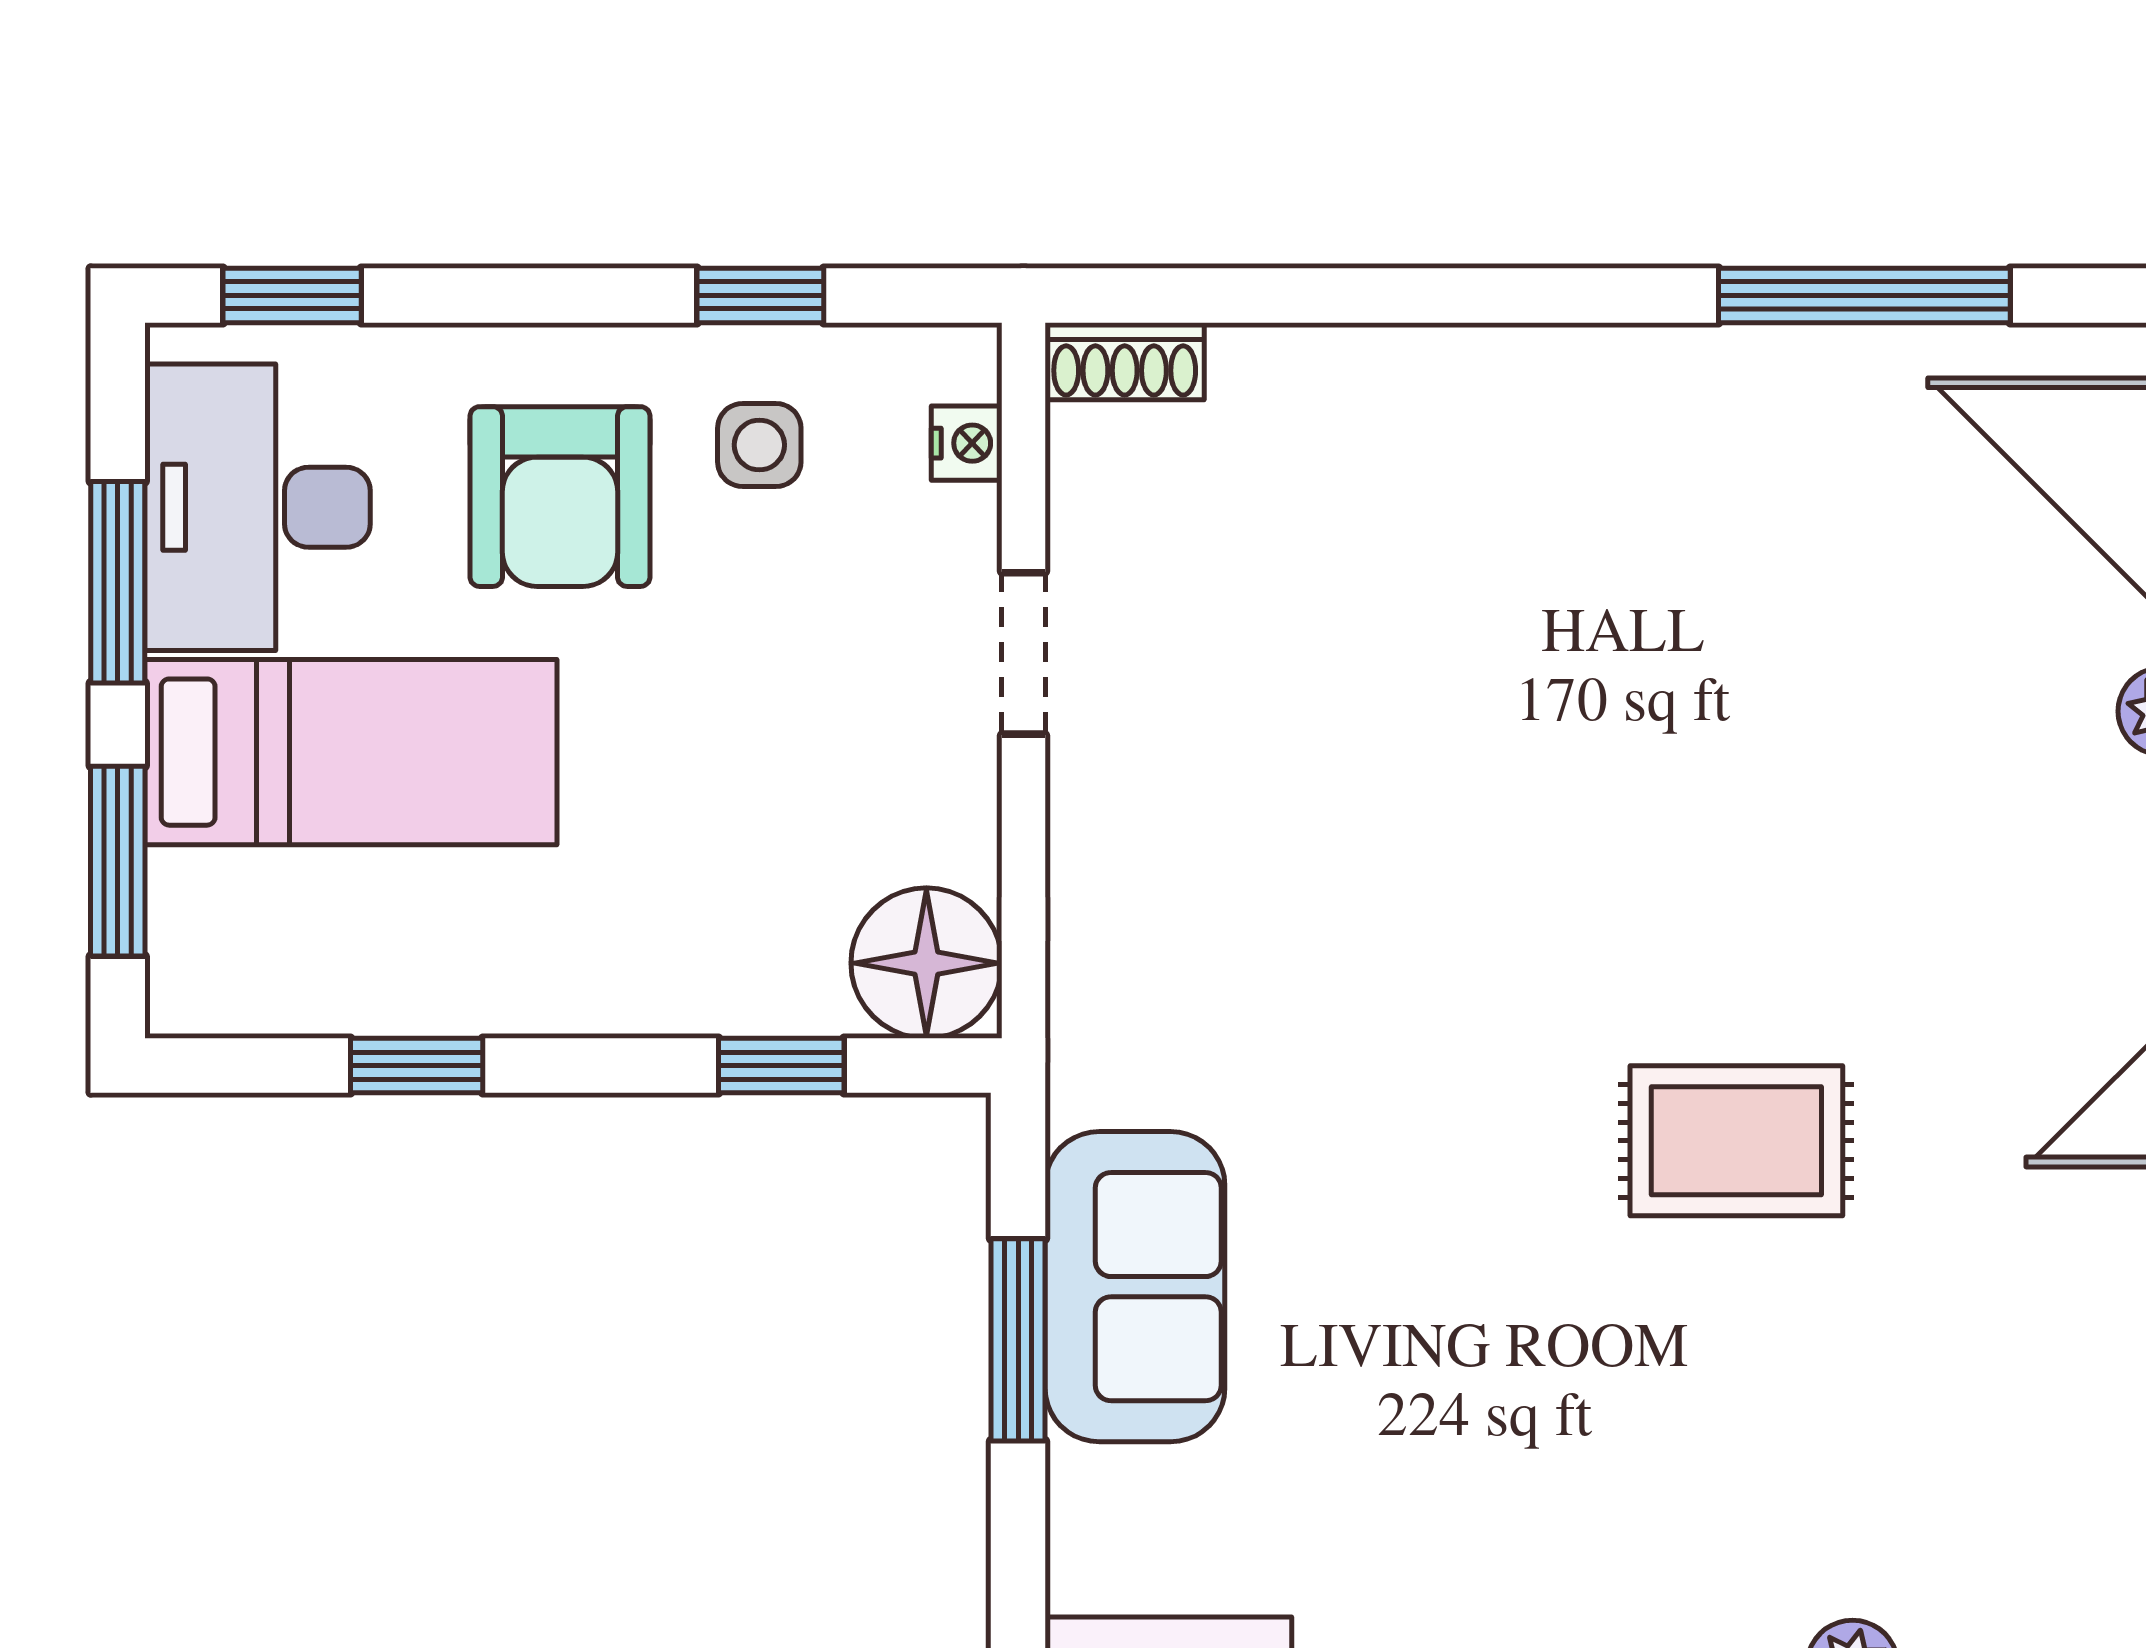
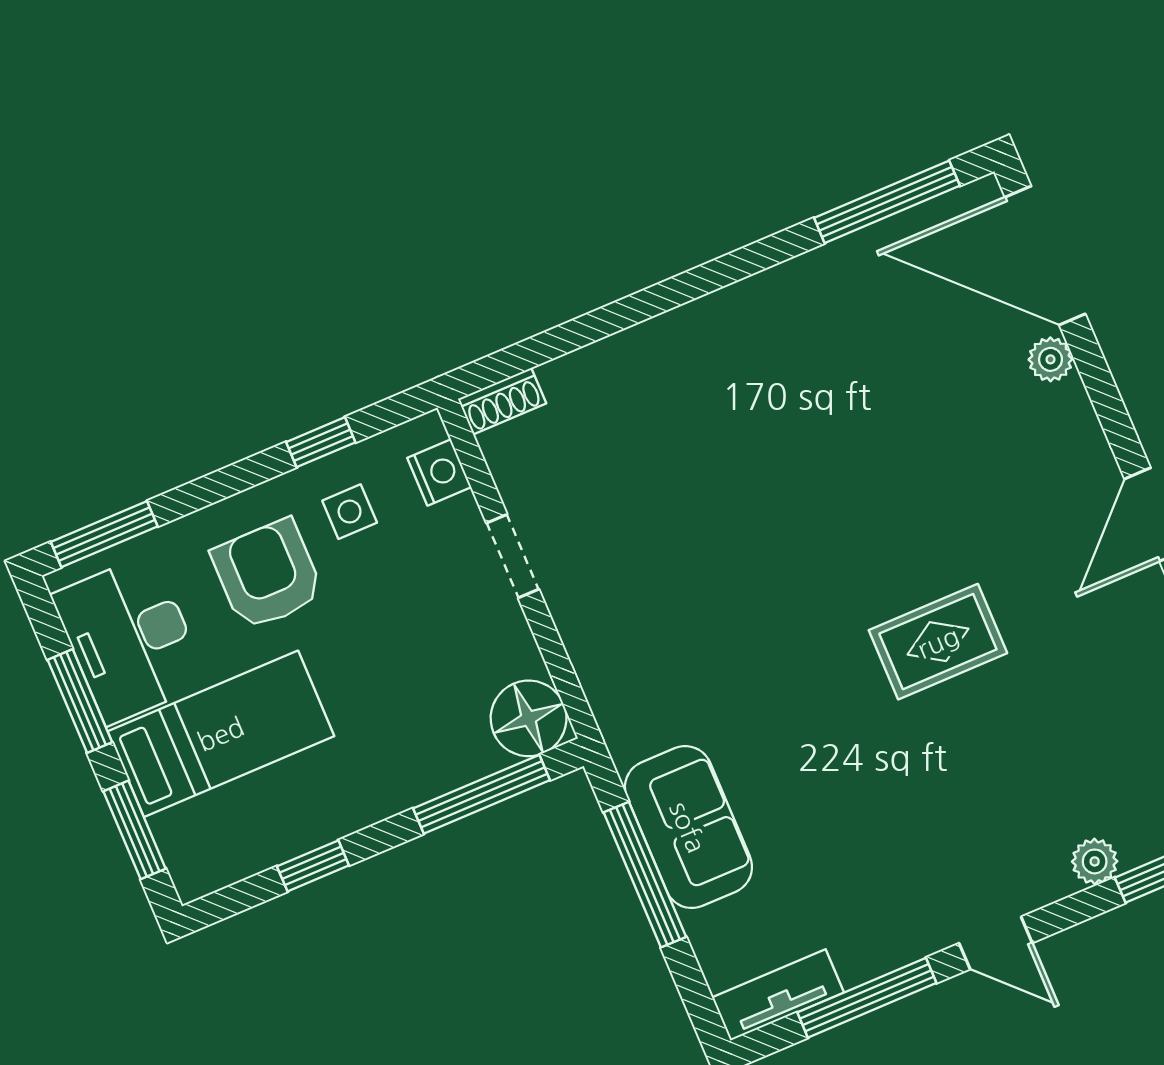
window: (292, 295) -> (104, 534), width x1.50
window: (1864, 295) -> (887, 202), moved
nightstand: (967, 443) -> (439, 472), width x1.39, depth x1.35
armchair: (560, 497) -> (268, 575), turned 180
window: (781, 1066) -> (482, 794), width x2.17
window: (1018, 1340) -> (645, 875), width x1.44

